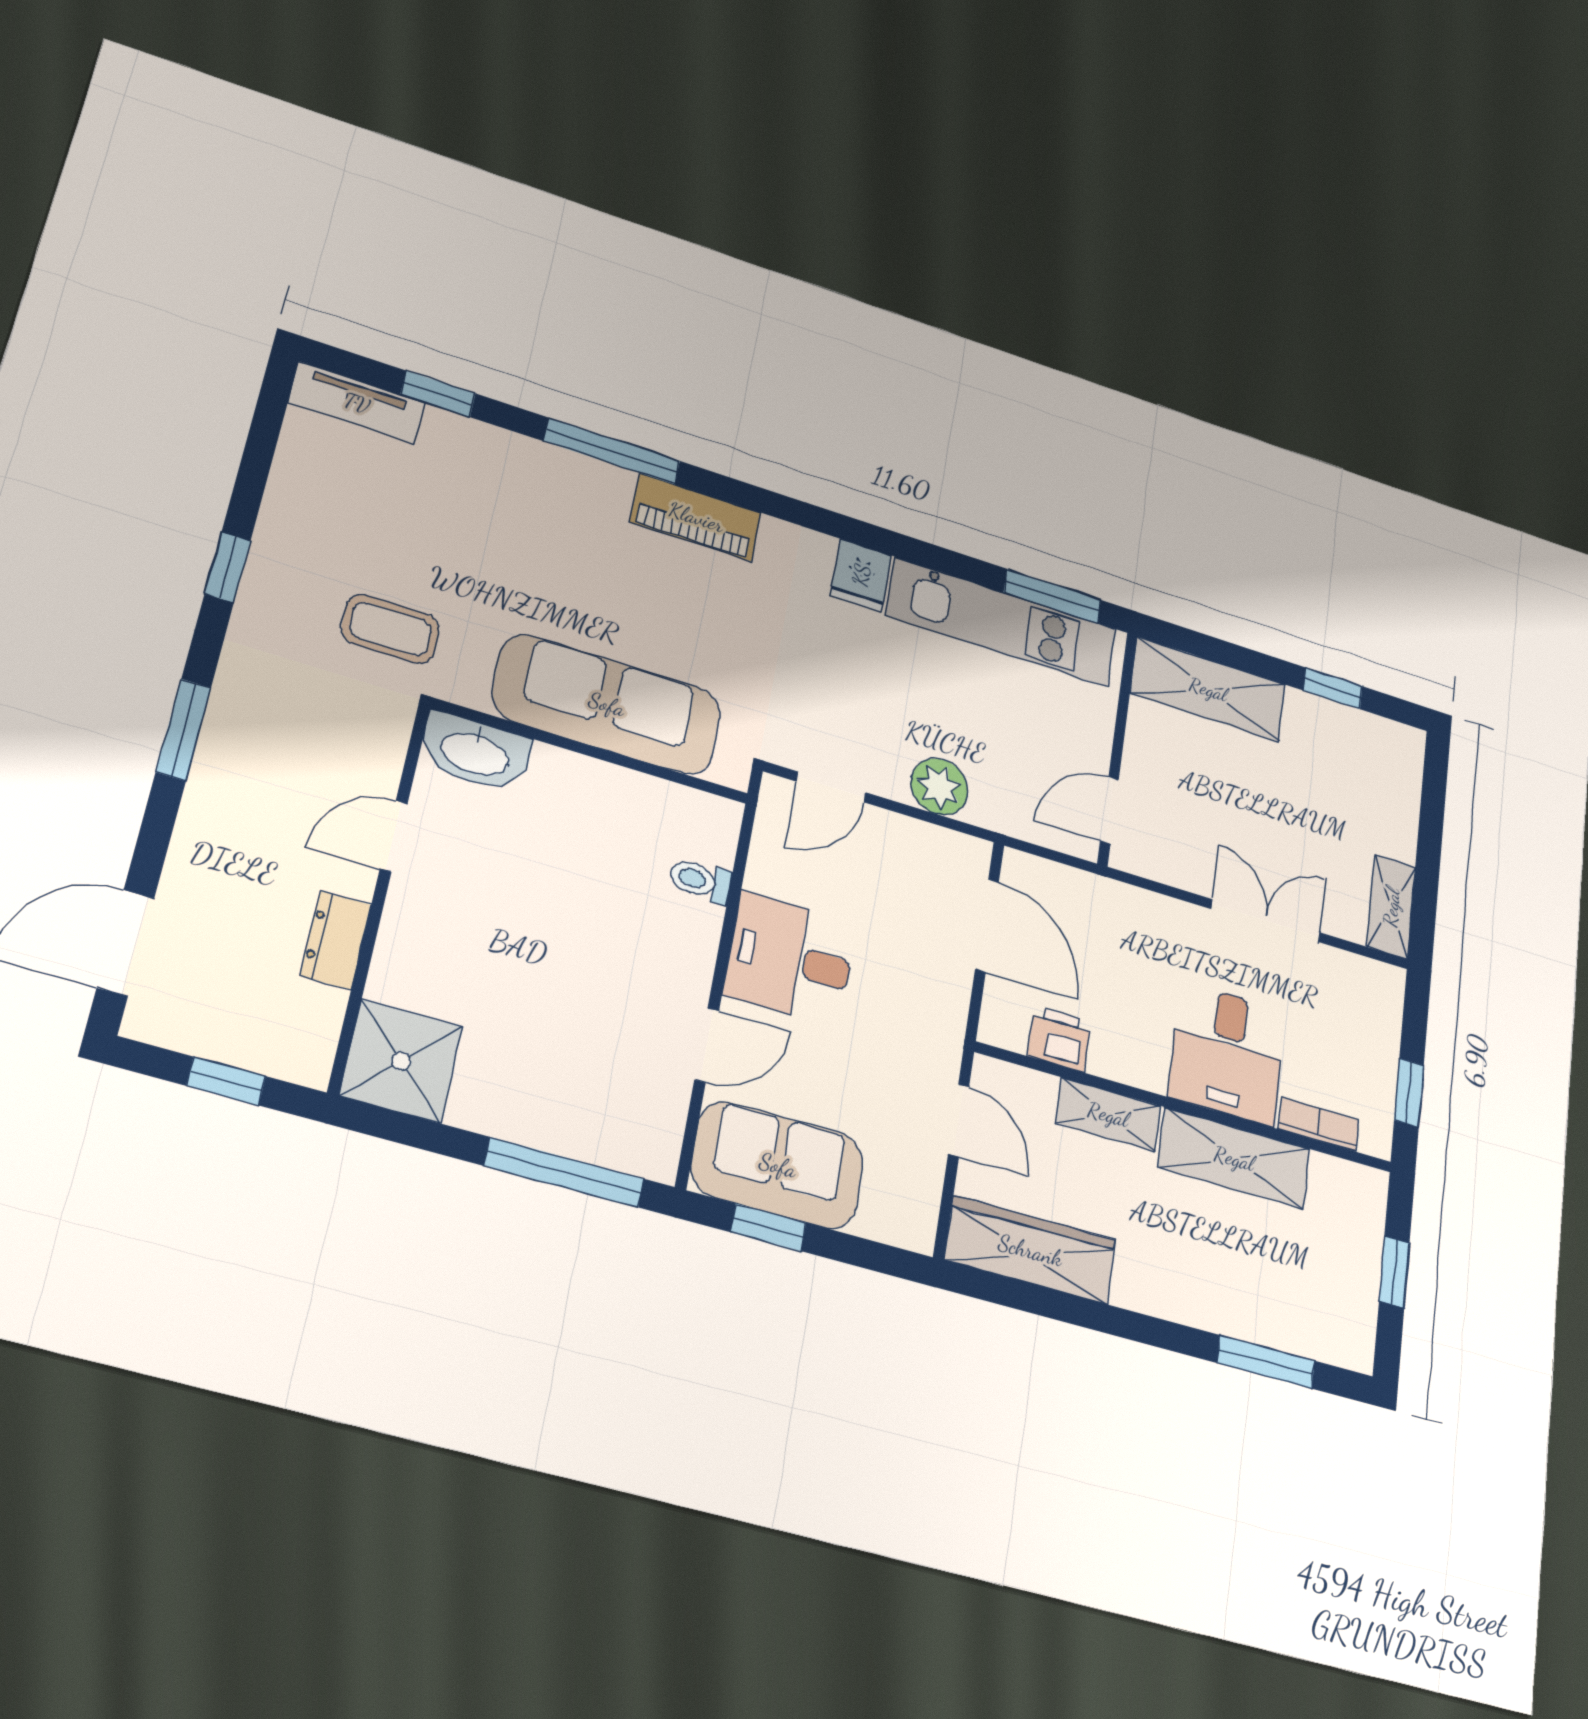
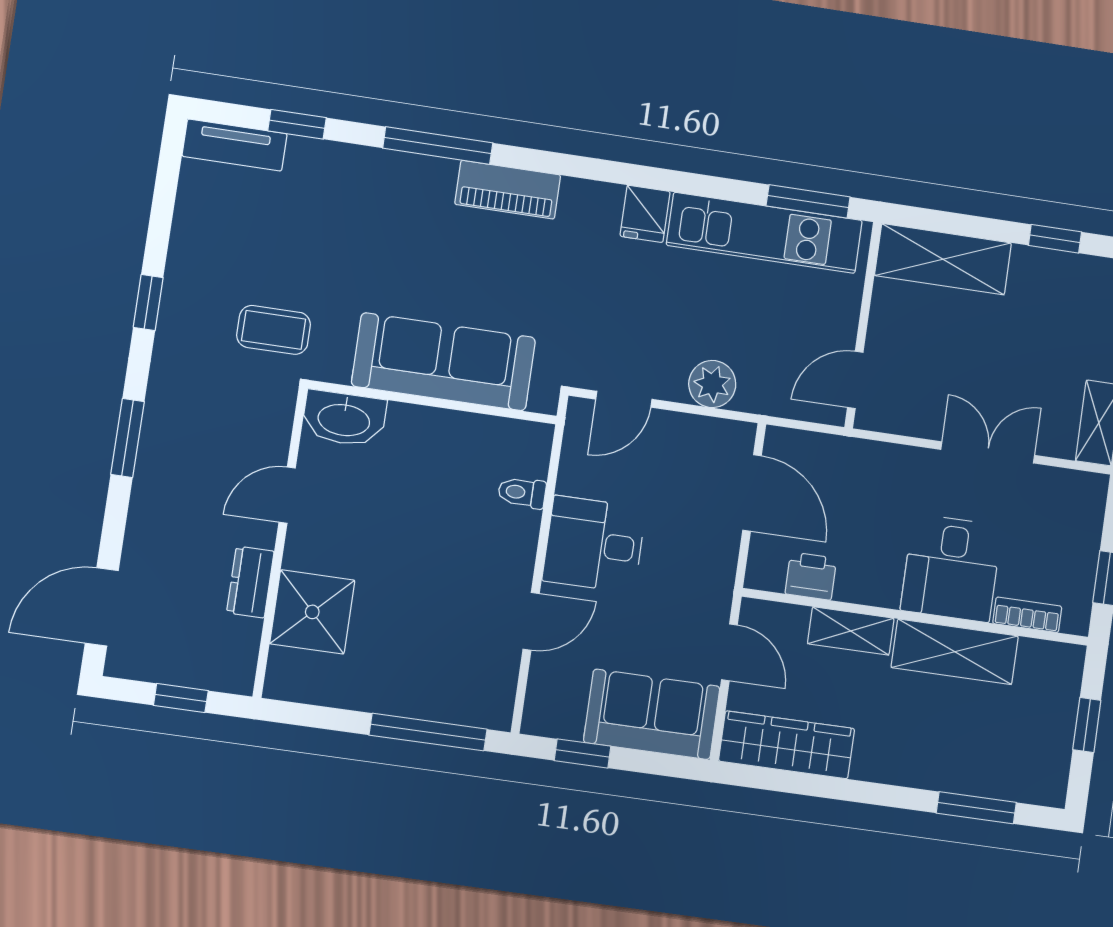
shower: (401, 1061) -> (312, 612), moved
sofa: (778, 1165) -> (652, 714), moved

